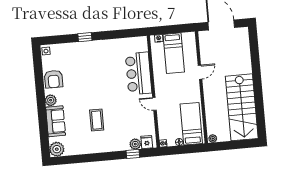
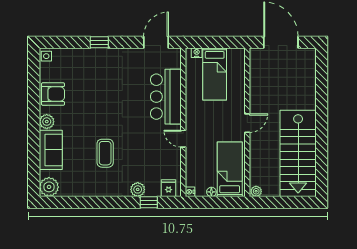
door: (128, 33) -> (156, 42), added
door: (200, 72) -> (247, 123), moved
armchair: (54, 79) -> (53, 94), turned -90
plant: (135, 144) -> (138, 189), moved

